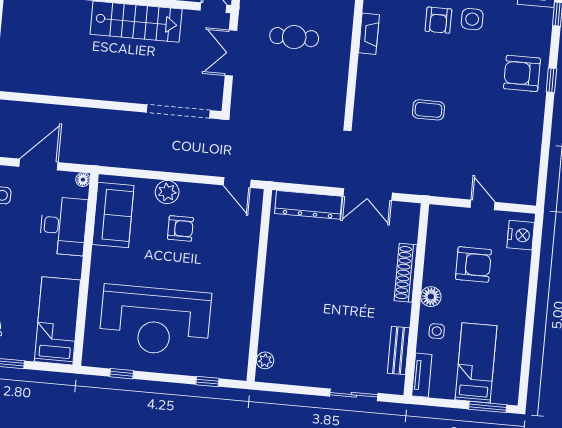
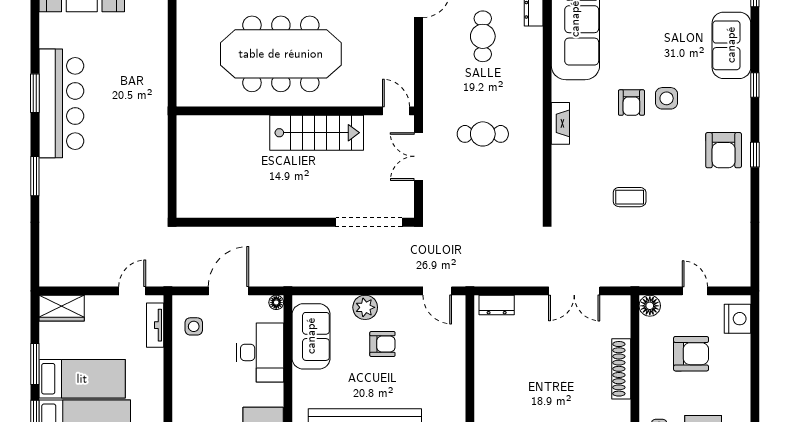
armchair: (522, 73) -> (724, 150), turned -90
dresser: (308, 205) -> (497, 305), width x0.51, depth x0.80
floor lamp: (431, 297) -> (650, 306), moved

